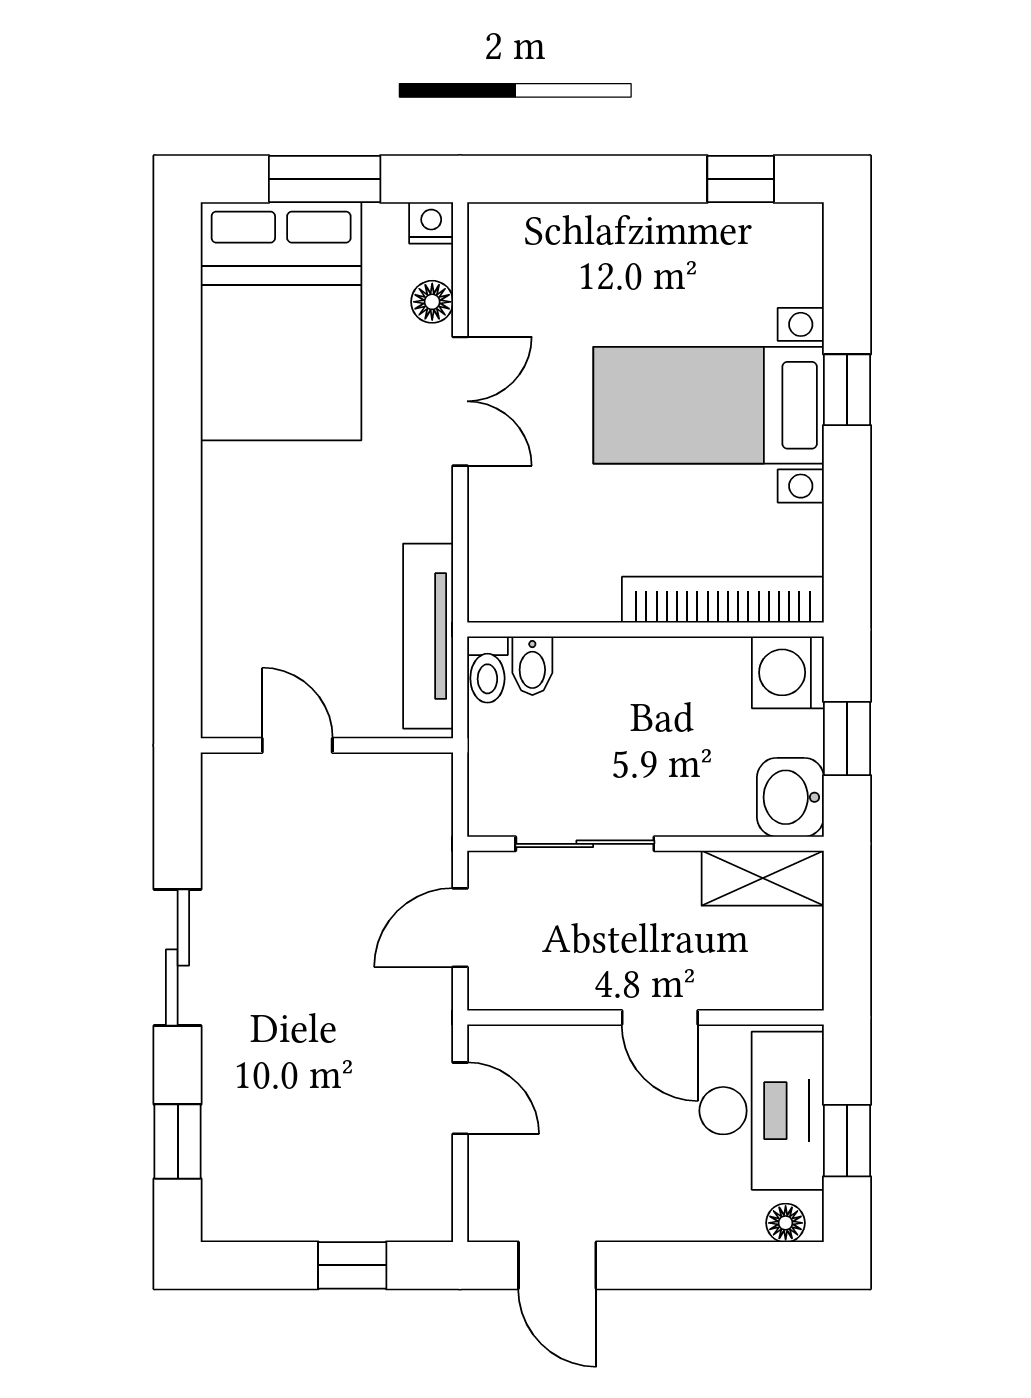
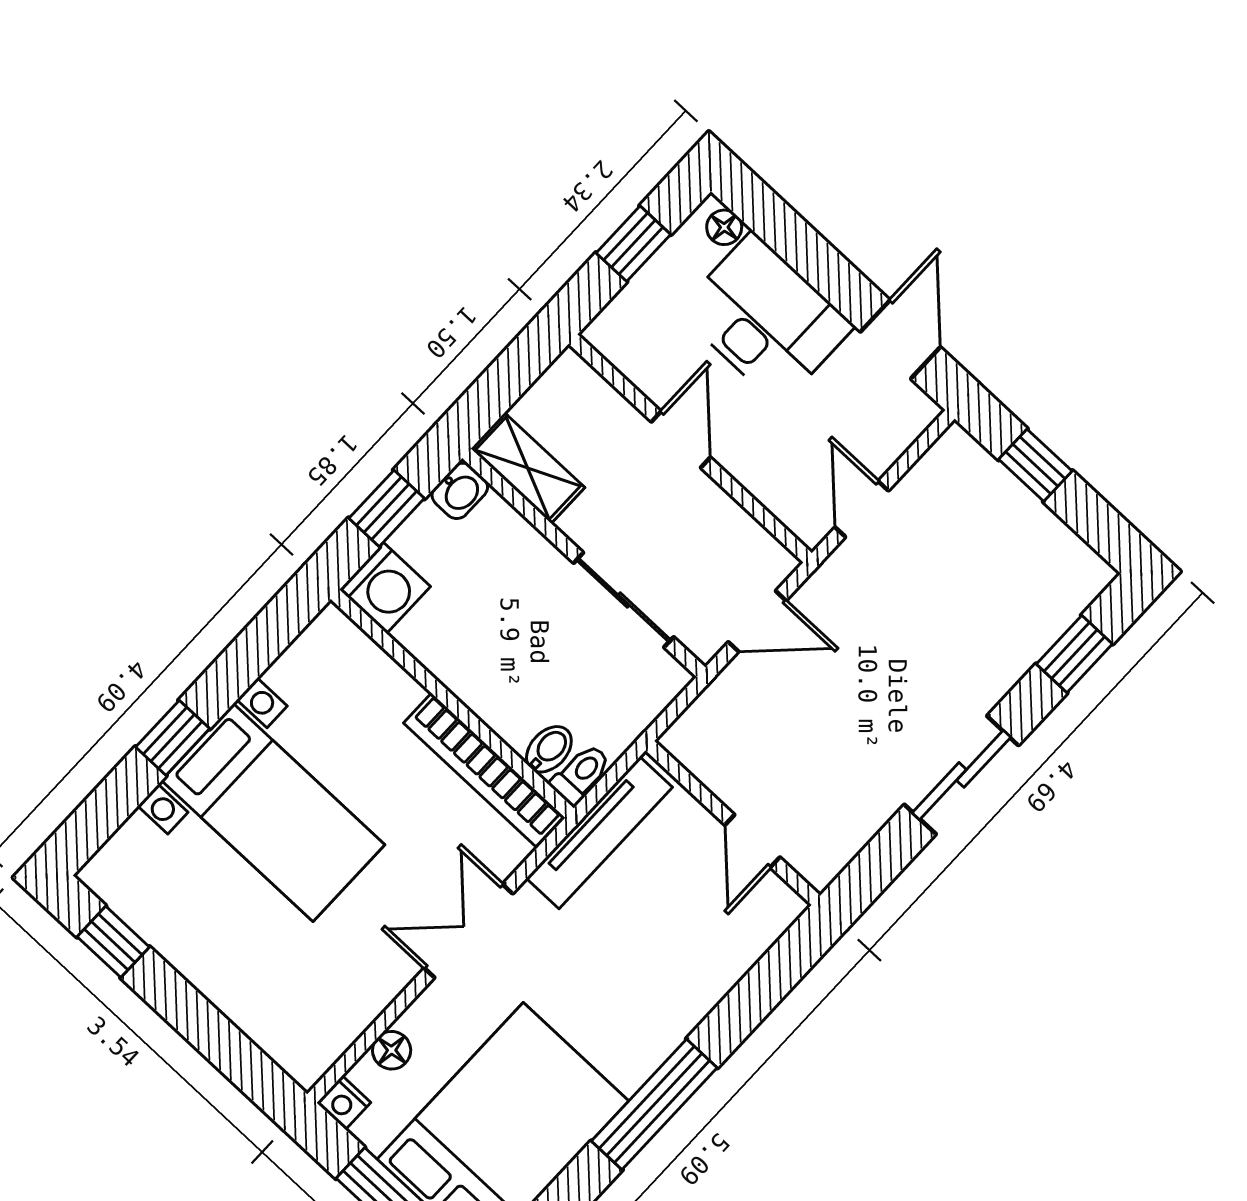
double door: (460, 401) -> (468, 931), moved
window: (178, 457) -> (654, 1104), added
bookcase: (723, 600) -> (484, 770), moved
washbasin: (790, 797) -> (460, 491), width x0.72, depth x0.69
desk: (762, 1111) -> (766, 319), moved, turned 90

